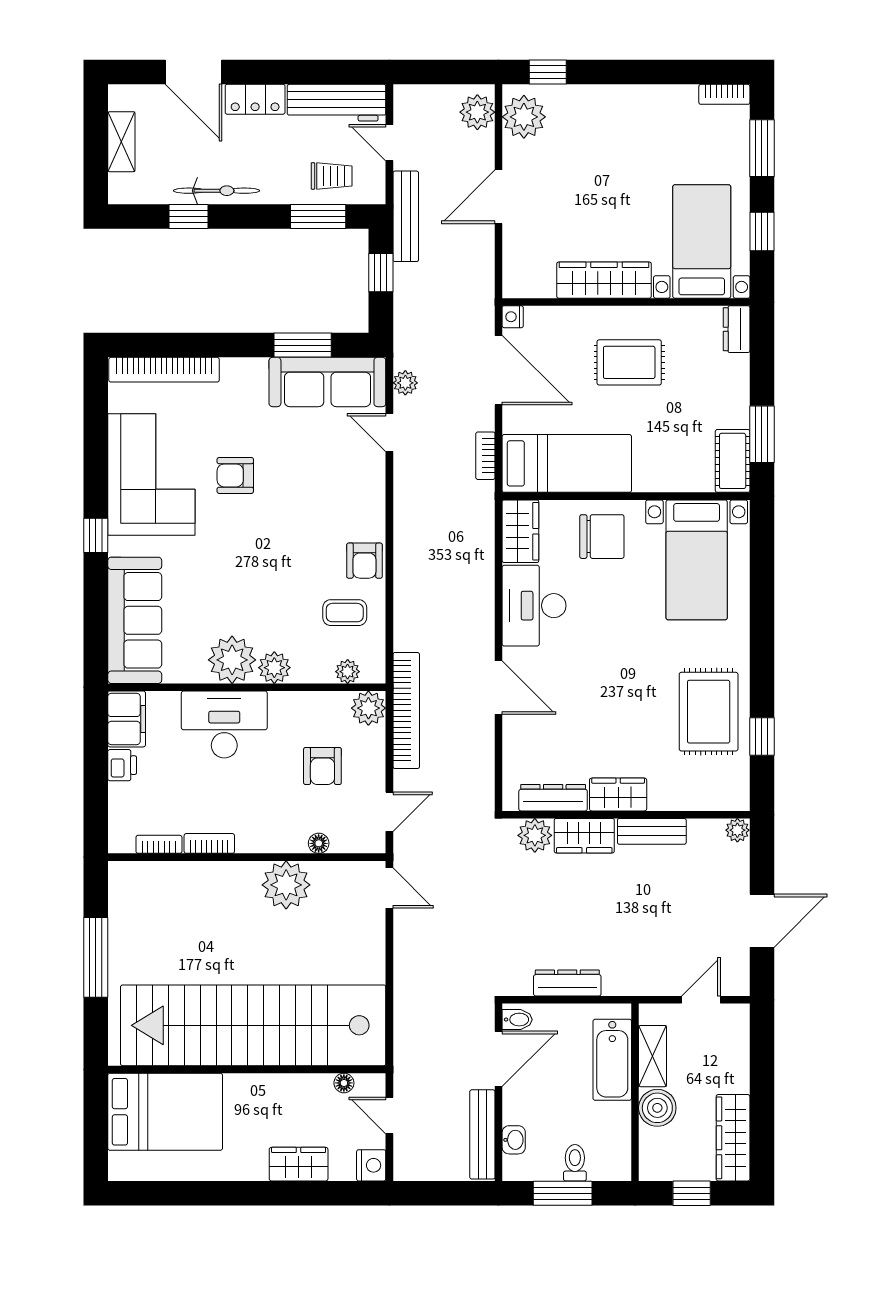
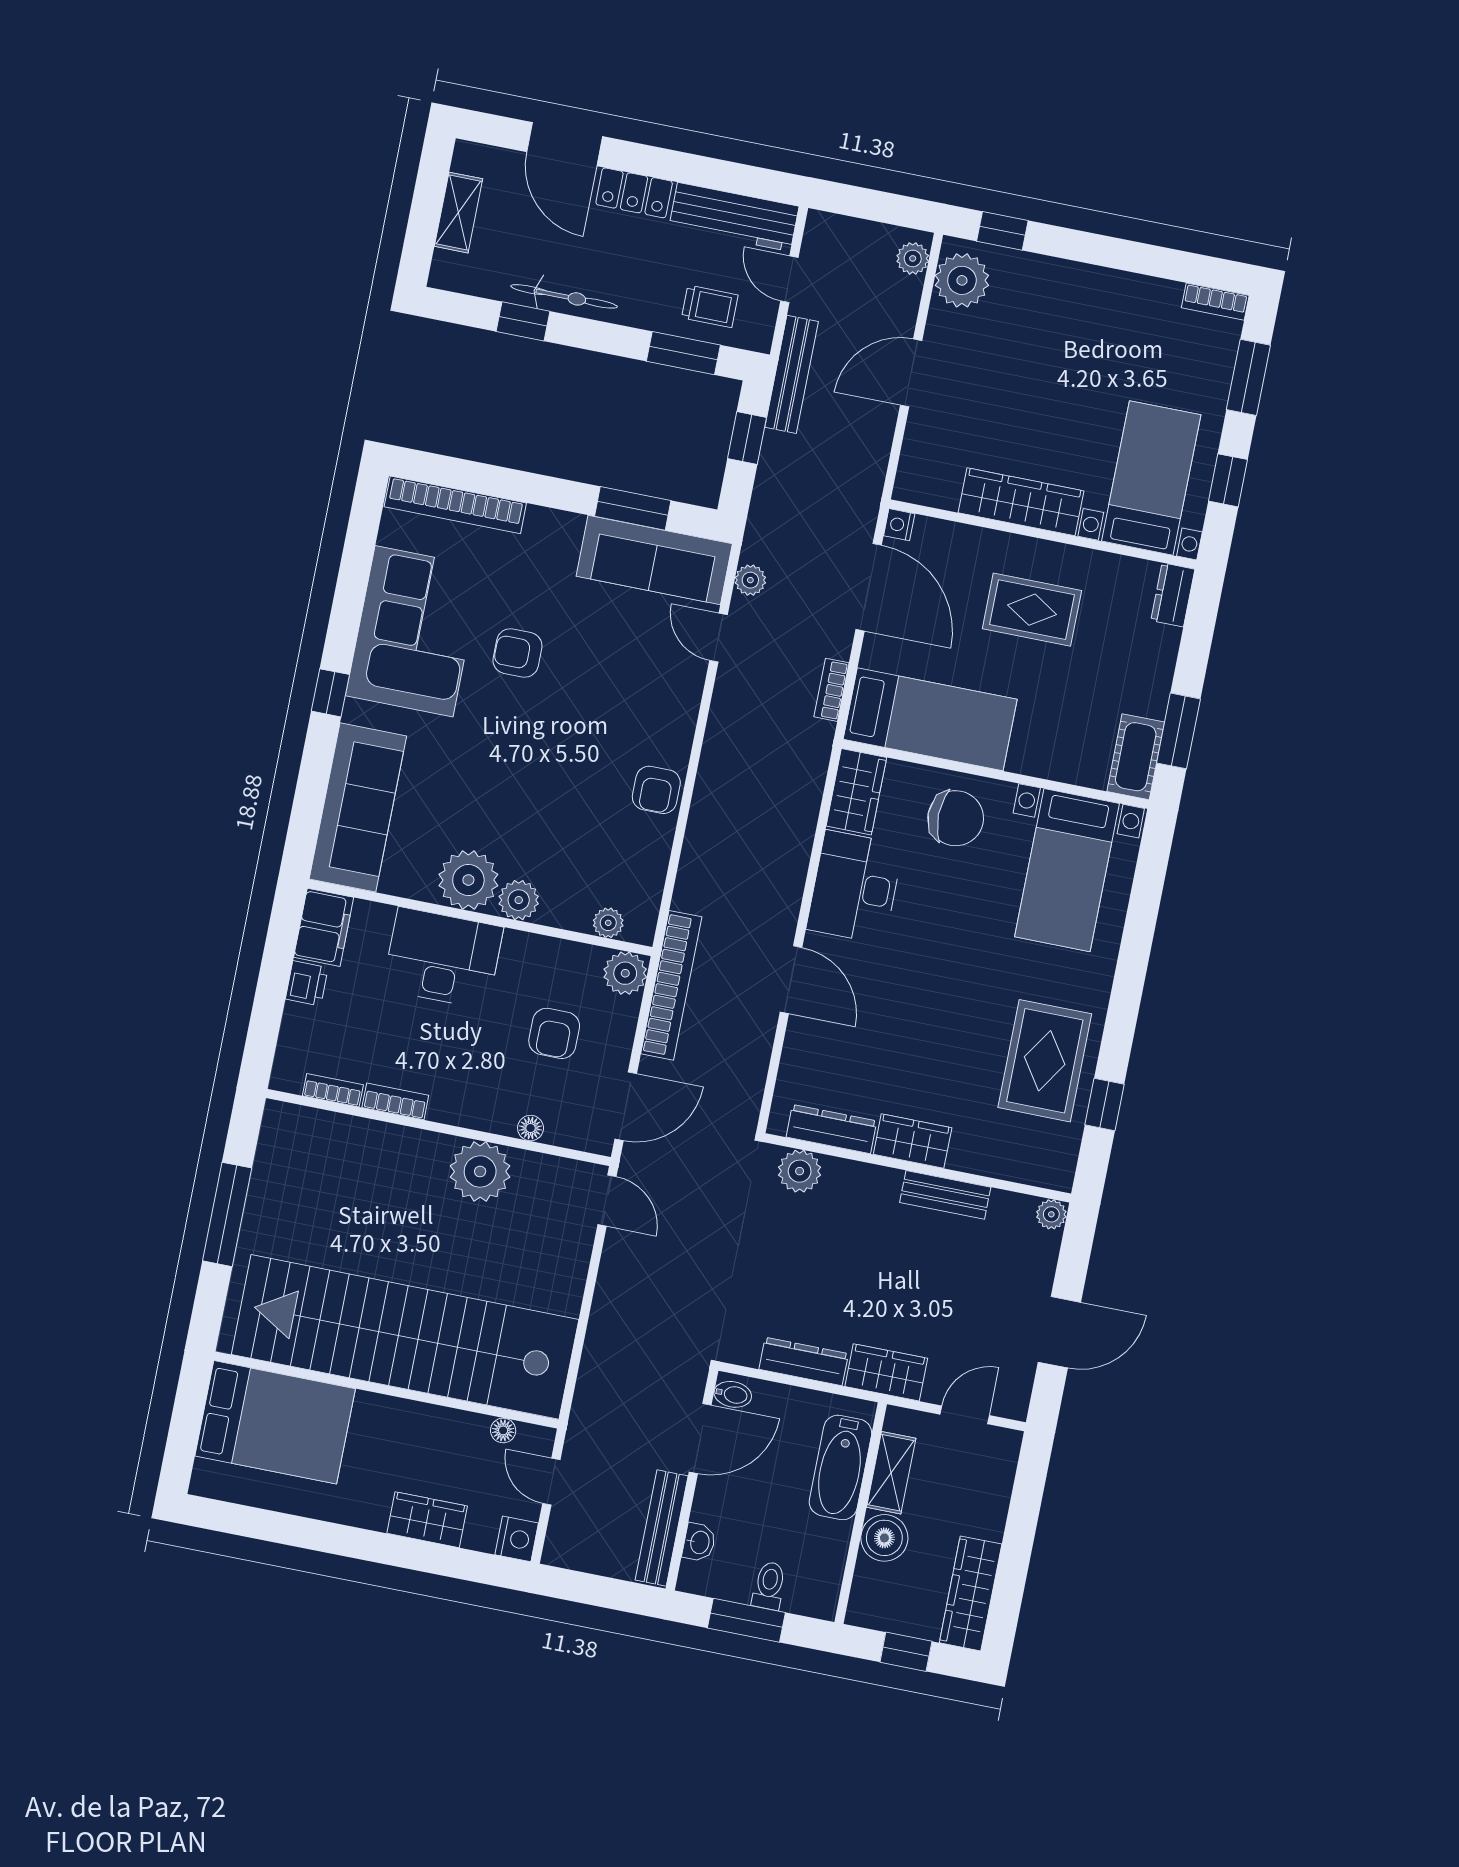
plant: (477, 112) -> (913, 258), width x0.73, depth x0.73
coffee table: (345, 613) -> (619, 849), removed
door: (389, 812) -> (626, 1106), width x1.38
wardrobe: (584, 836) -> (886, 1372), moved, turned 180

